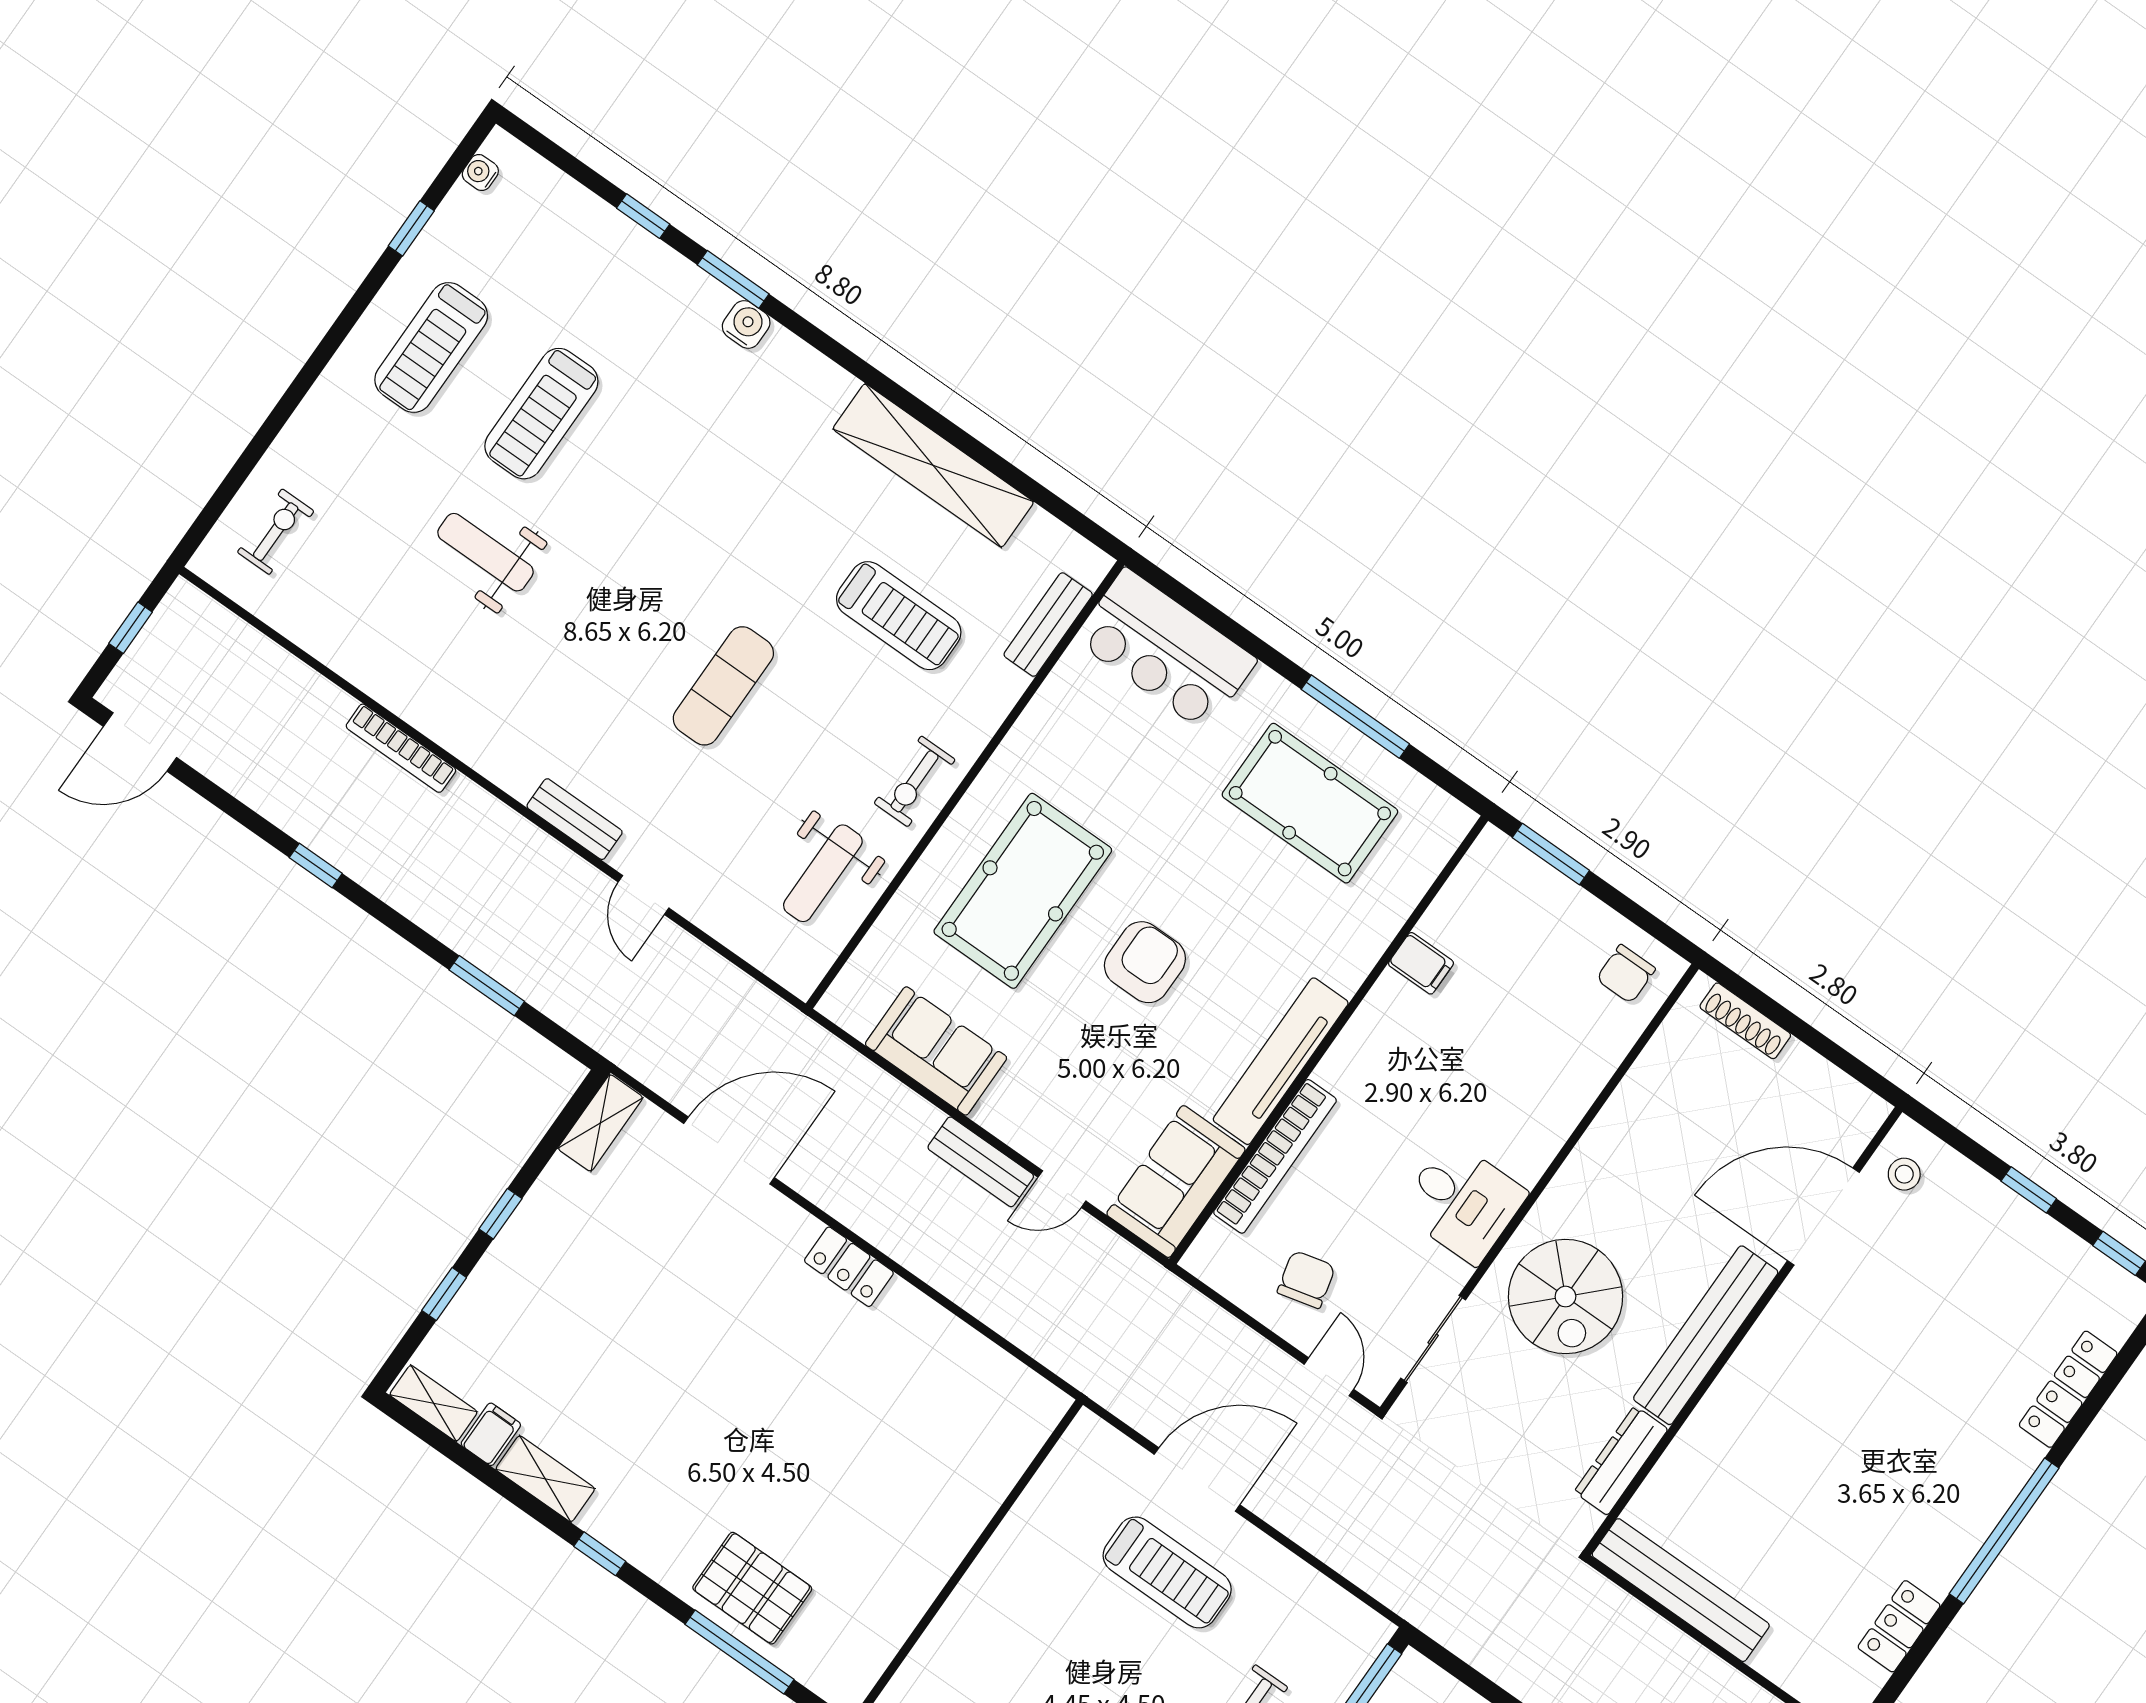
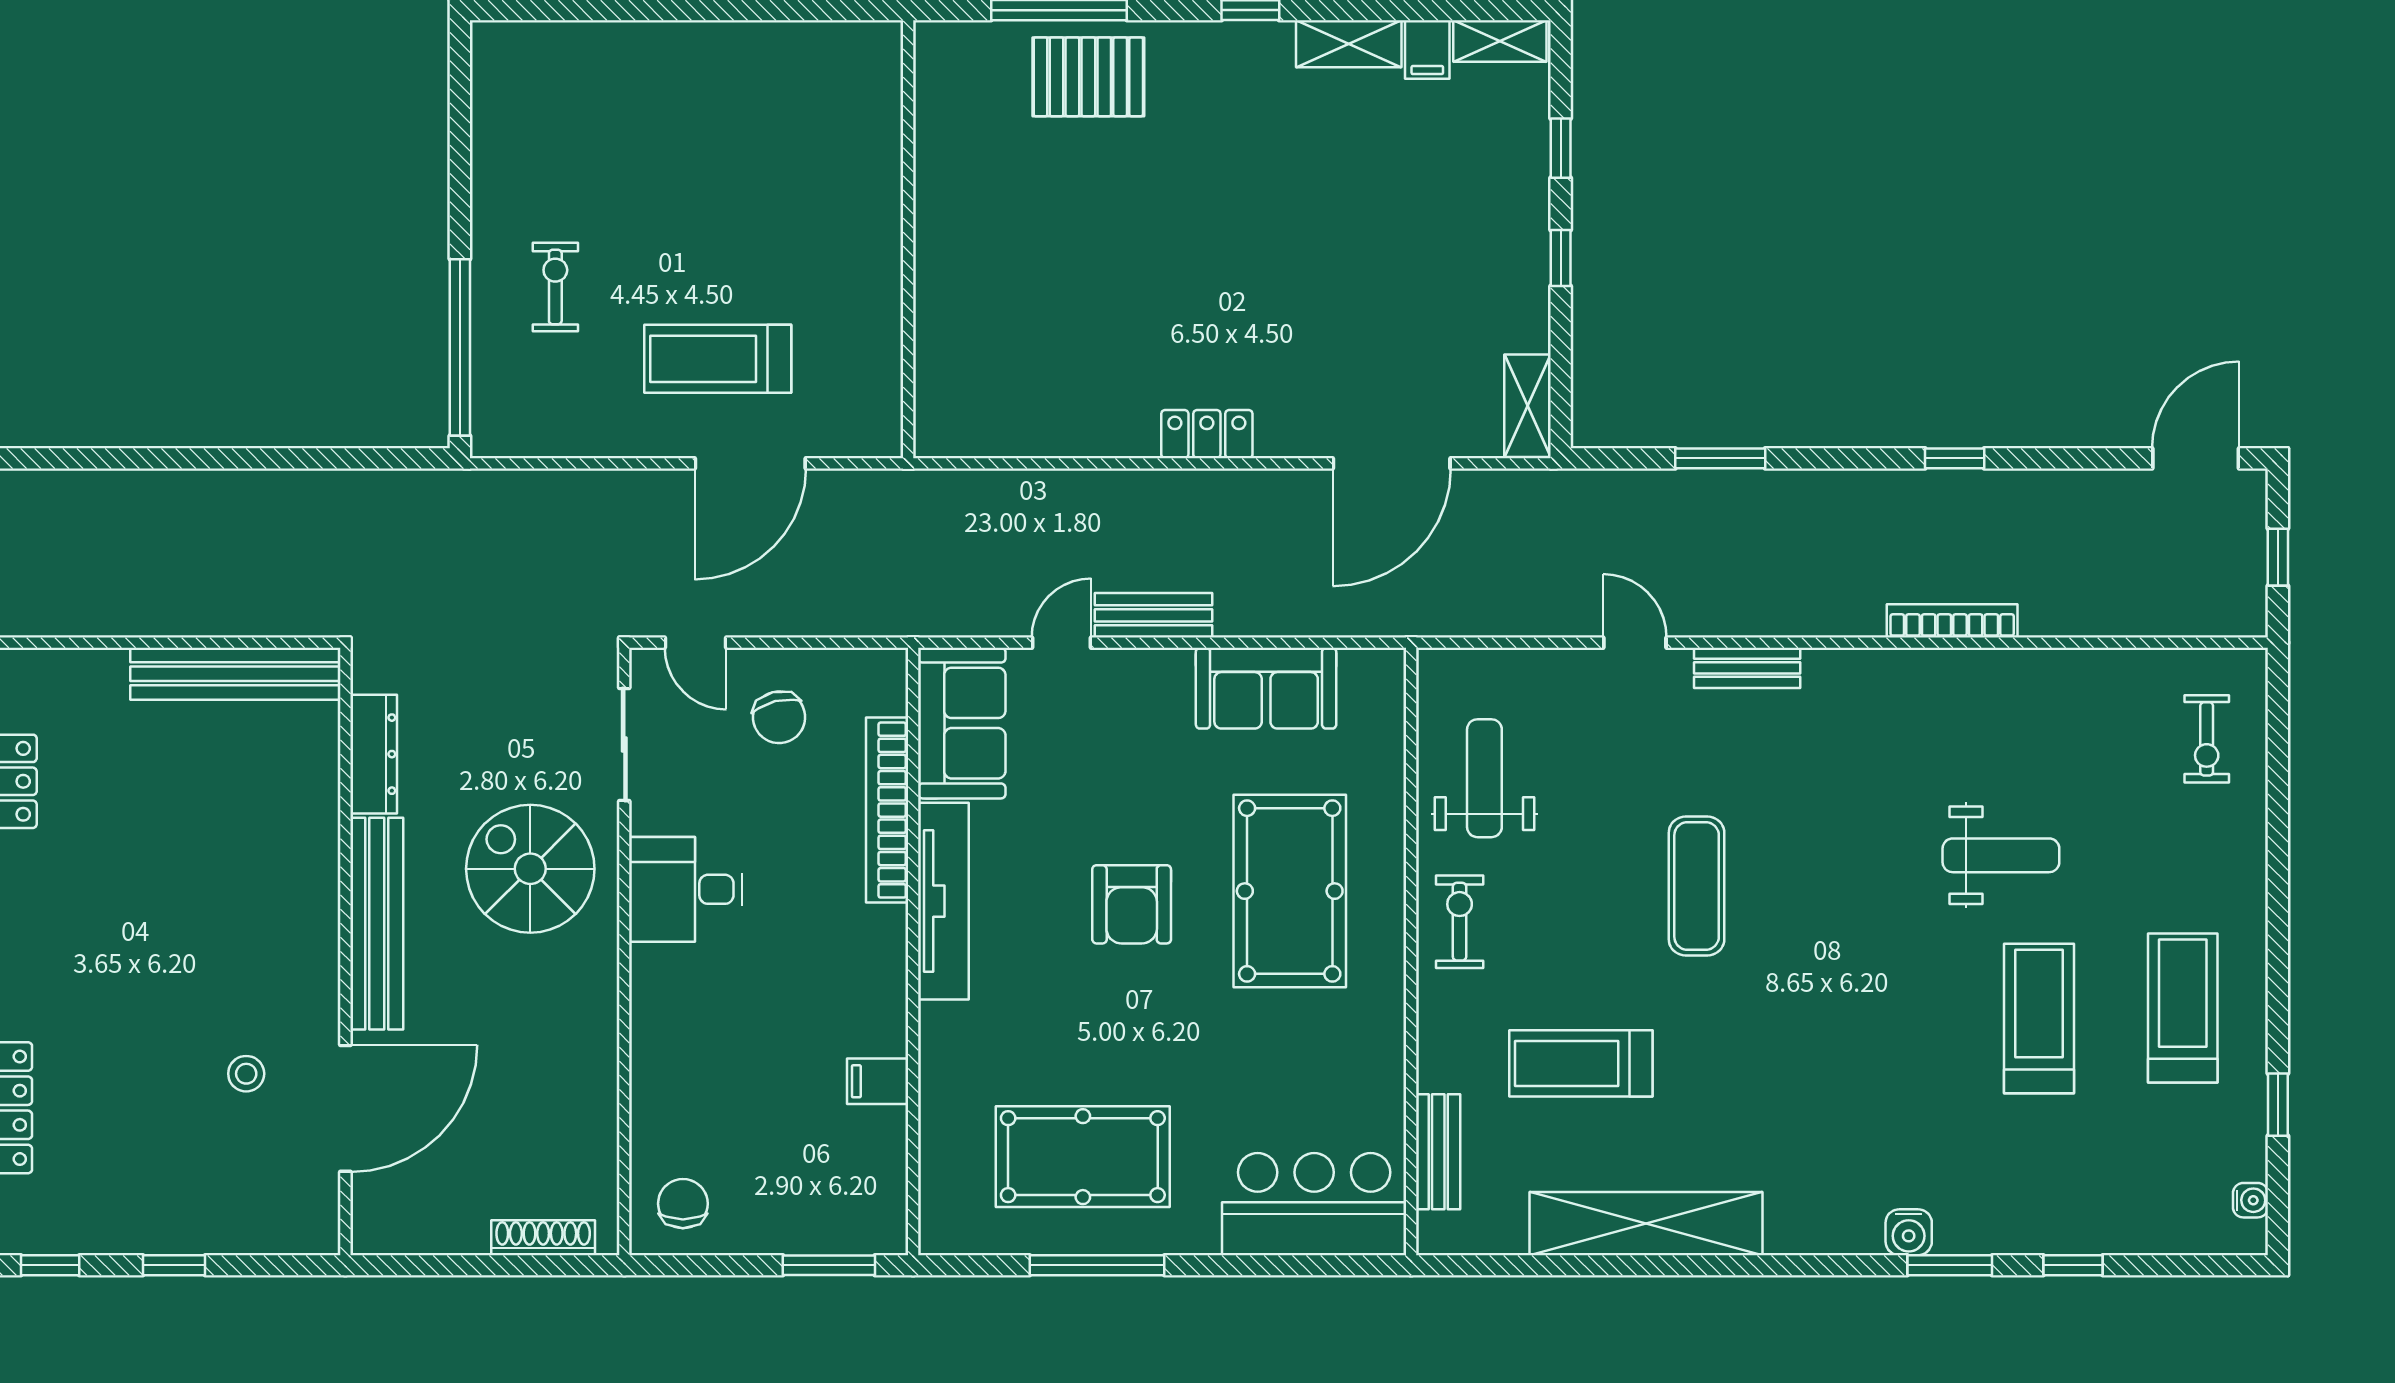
stool: (1904, 1174) -> (246, 1074), moved

